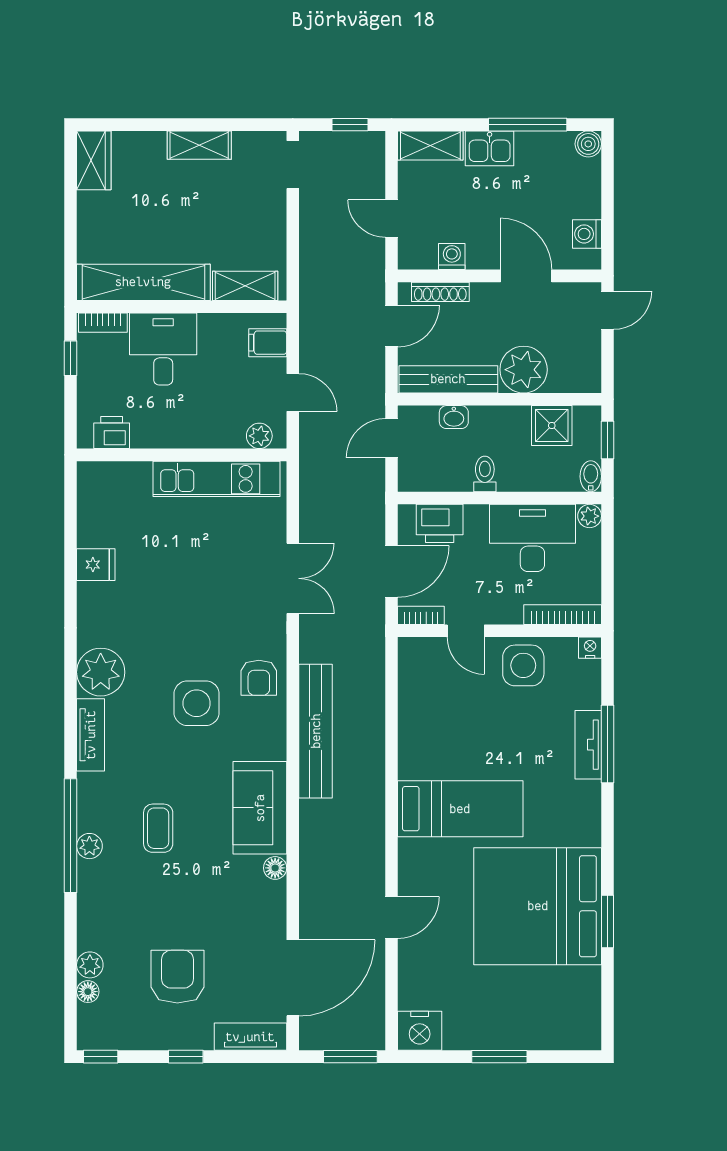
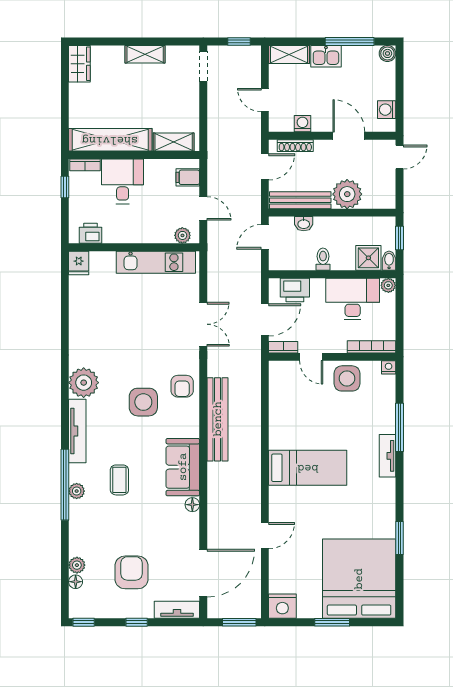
shower: (552, 426) -> (368, 258), moved
fridge: (96, 565) -> (79, 263), moved, turned 90
tv unit: (91, 735) -> (77, 431), width x1.41
tv unit: (588, 745) -> (387, 456), moved
bed: (538, 906) -> (359, 579), moved, turned 90

